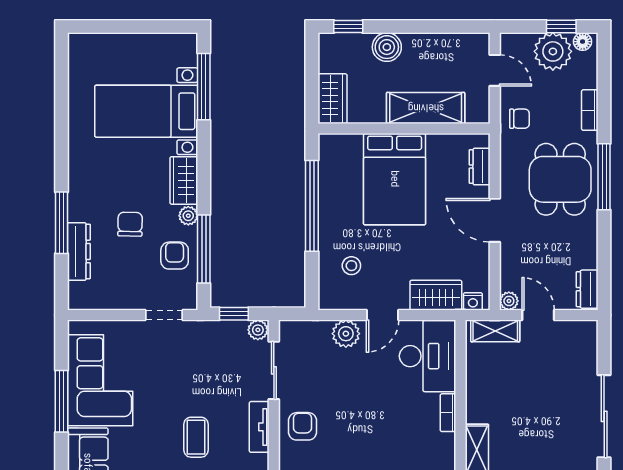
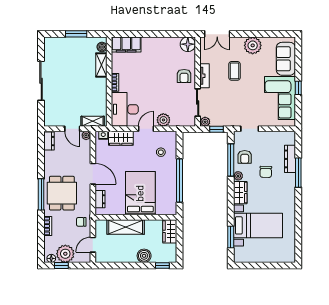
door: (495, 70) -> (93, 245), hinge flipped
window: (204, 87) -> (231, 237), width x0.69
window: (61, 401) -> (298, 88), width x0.46

